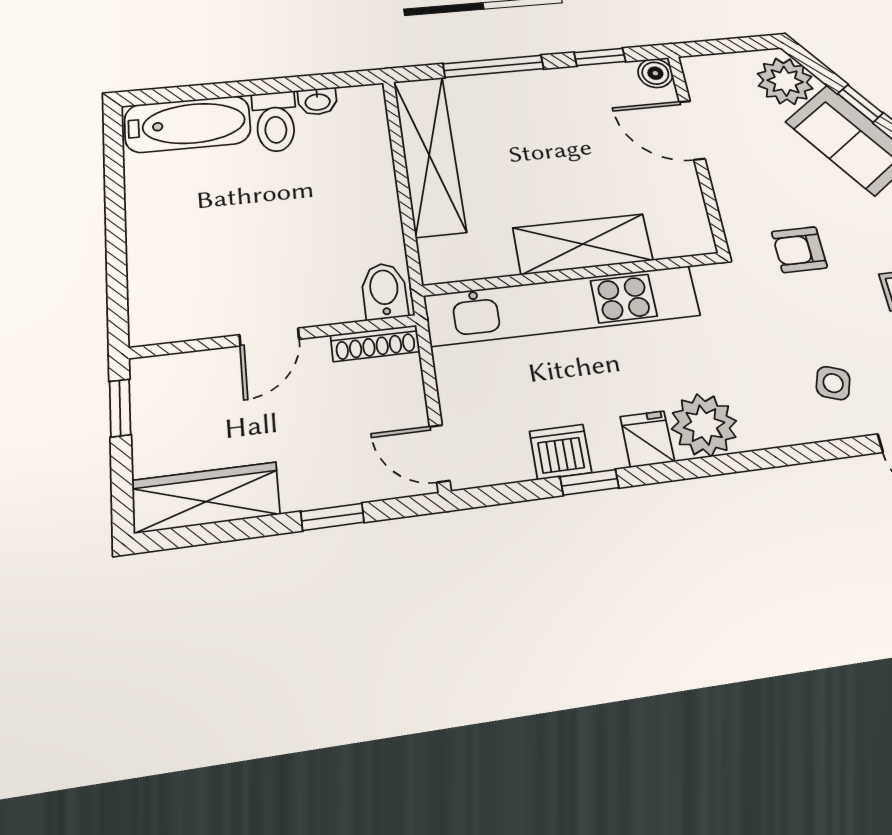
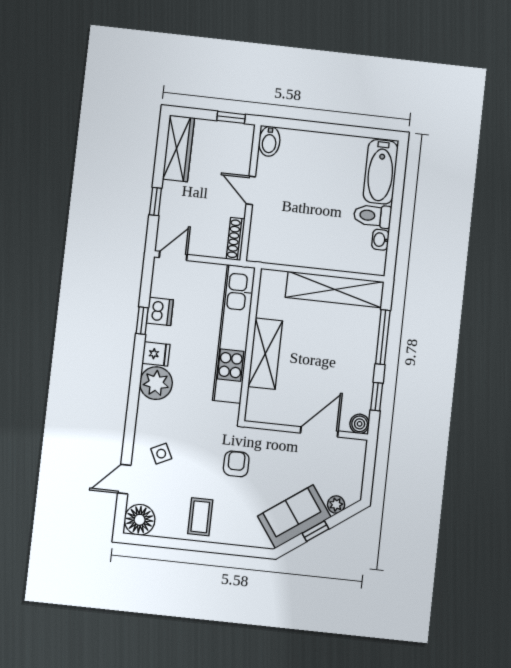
plant: (785, 81) -> (336, 504), width x0.53, depth x0.53
bidet: (384, 291) -> (269, 141), moved, turned 90
side table: (833, 383) -> (161, 454), turned 45

